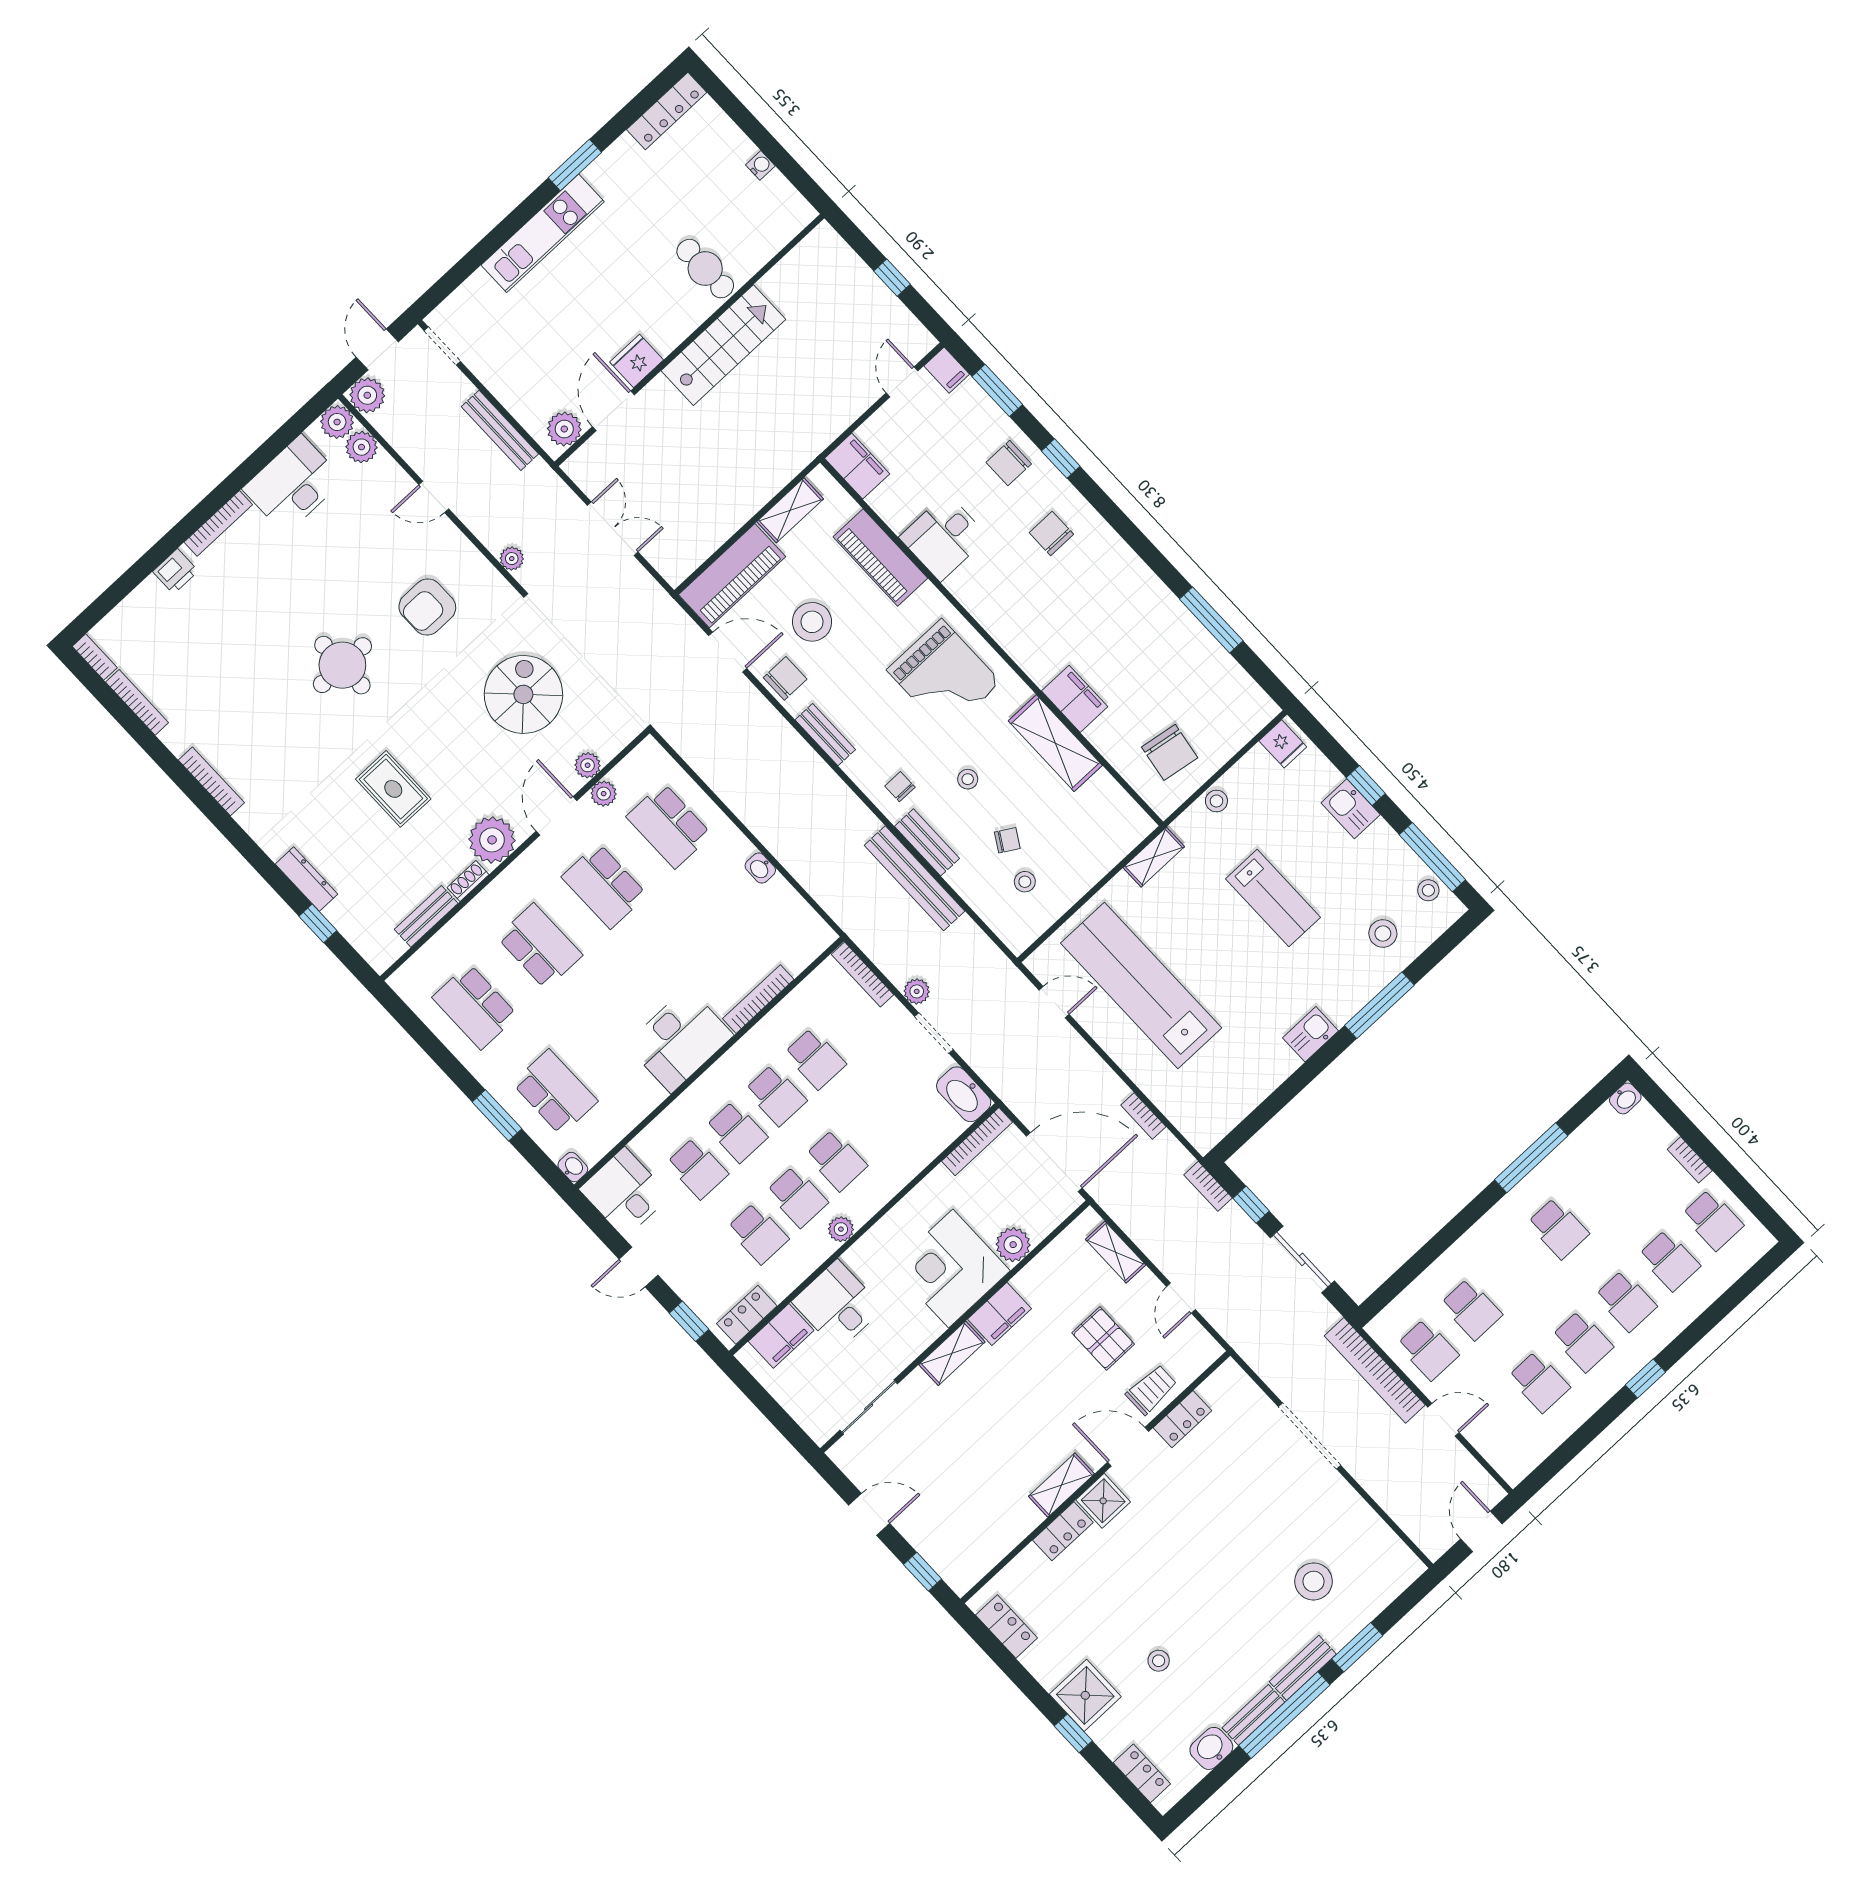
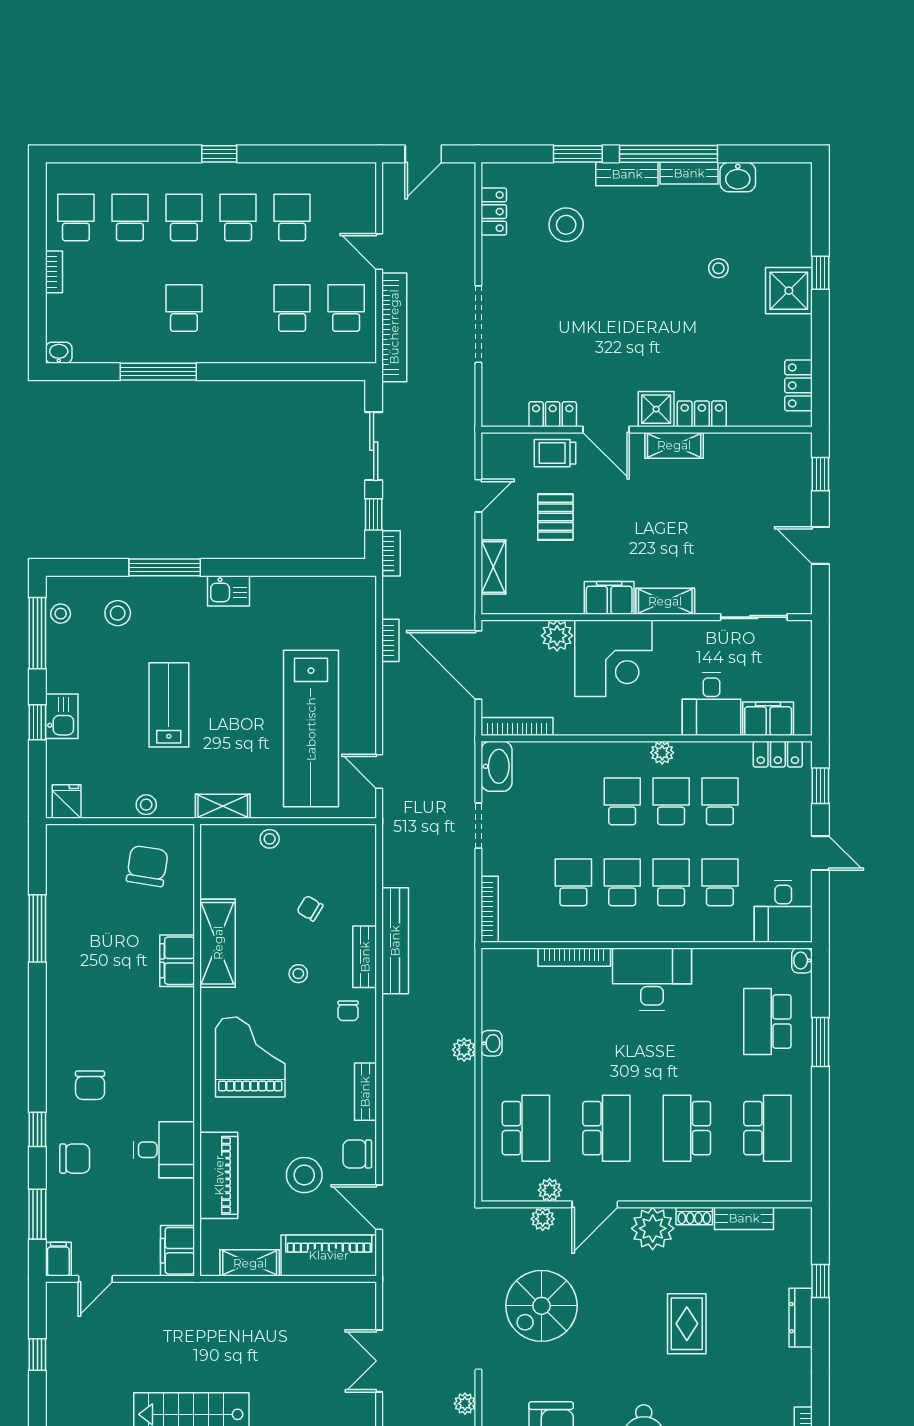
stool: (1025, 882) -> (270, 839), moved
plant: (917, 991) -> (464, 1050), moved
locker: (1142, 1773) -> (494, 212), moved, turned 180

